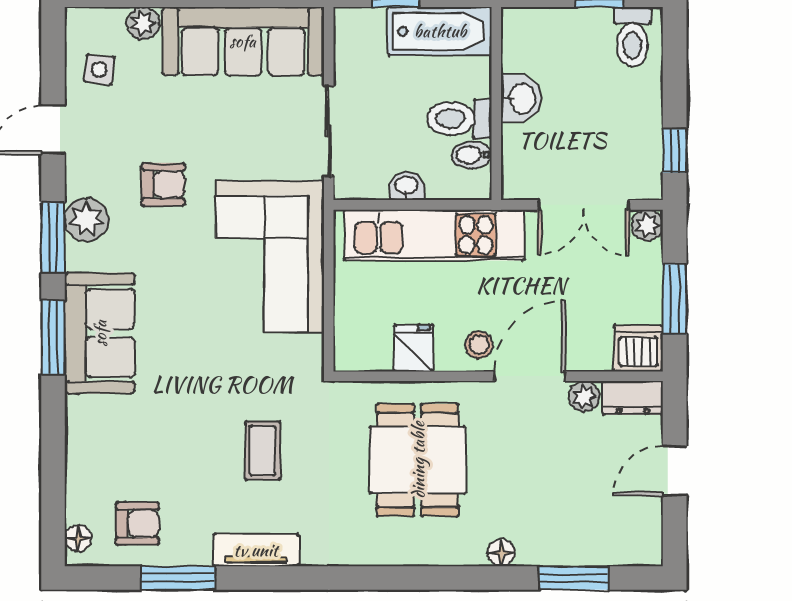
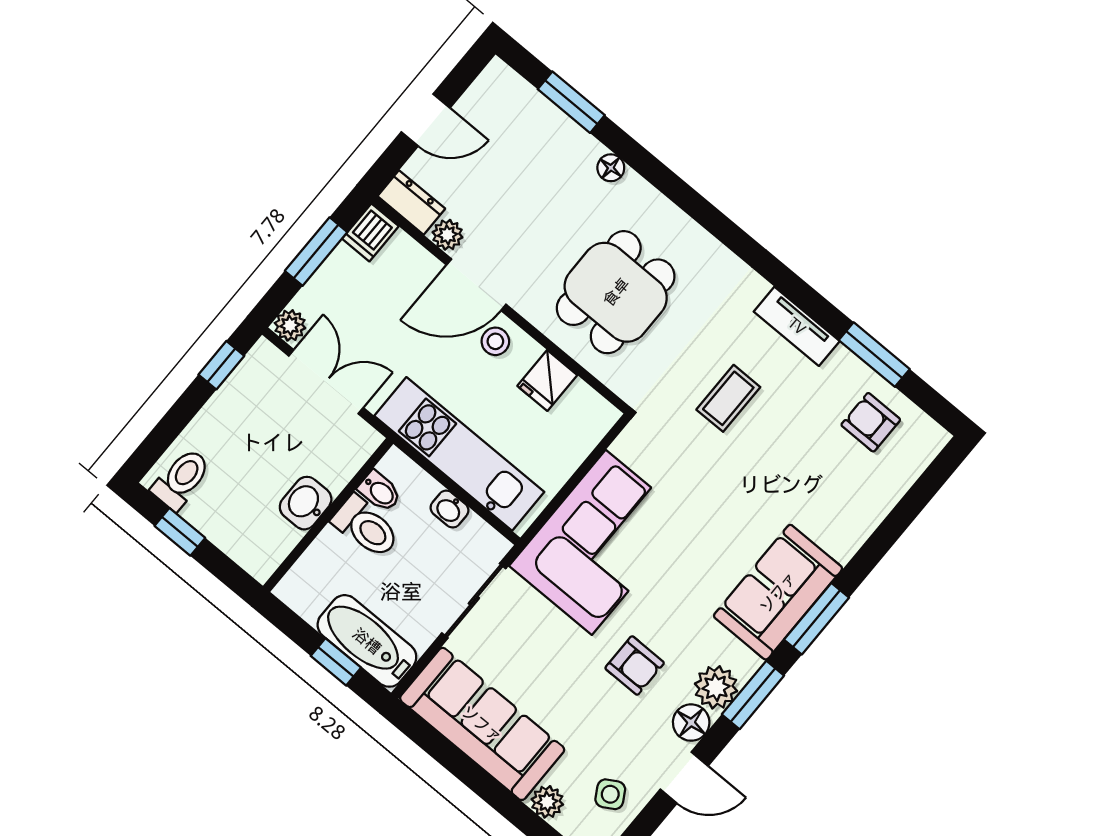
bathtub: (440, 31) -> (367, 641), moved
side table: (99, 69) -> (610, 794), turned -36
armchair: (163, 184) -> (635, 666), turned 180
dishwasher: (638, 348) -> (370, 232), width x0.73
floor lamp: (78, 539) -> (691, 723), moved, width x1.37, depth x1.37

